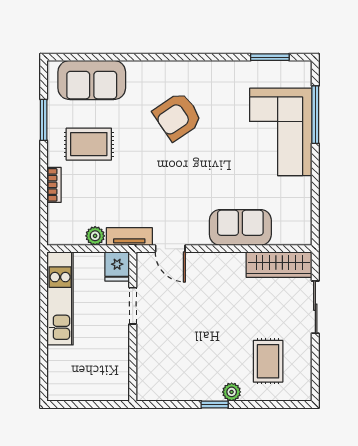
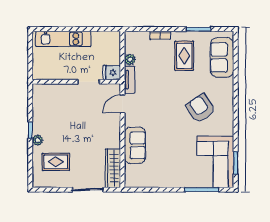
corner sofa: (281, 132) -> (215, 162), moved, turned -90
kitchen unit: (60, 298) -> (63, 39), moved

